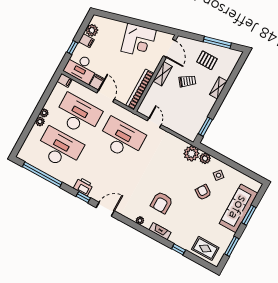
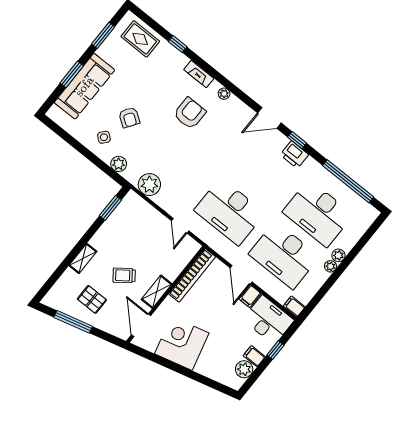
plant: (191, 154) -> (149, 185), moved

